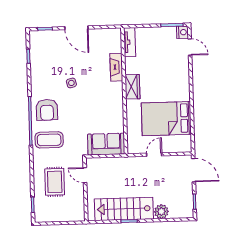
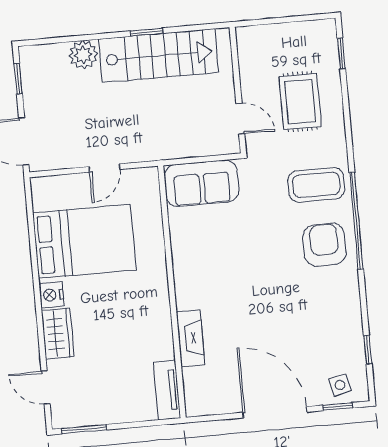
door: (76, 28) -> (275, 412), width x1.36
nightstand: (182, 32) -> (52, 295), moved
side table: (71, 83) -> (340, 385), moved
wardrobe: (132, 87) -> (58, 334), moved, turned 180

